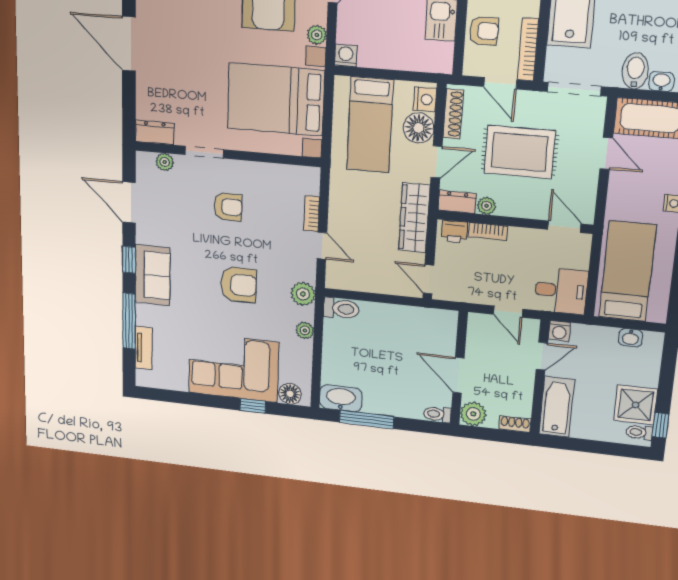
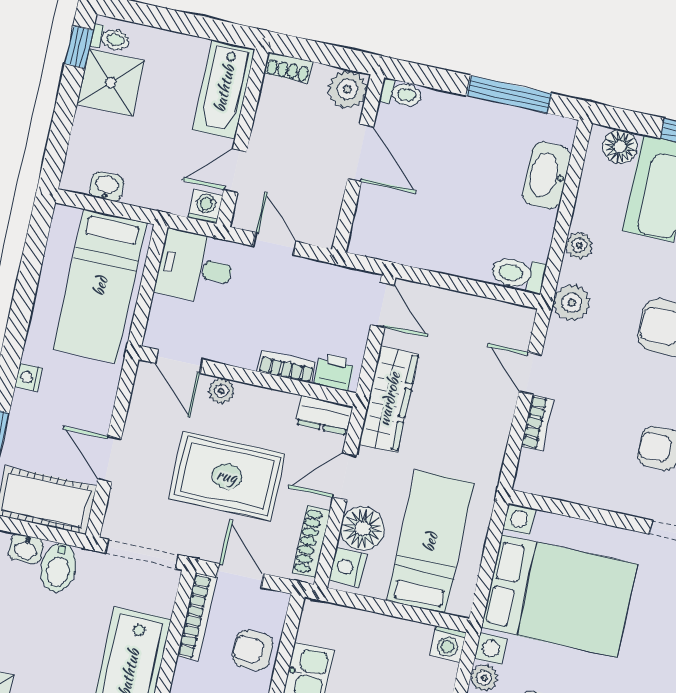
plant: (487, 206) -> (221, 391), moved
washbasin: (341, 398) -> (547, 175), moved, turned 90

